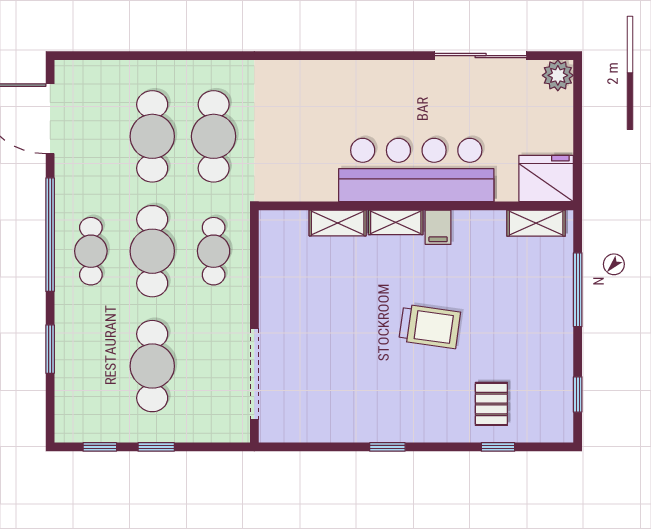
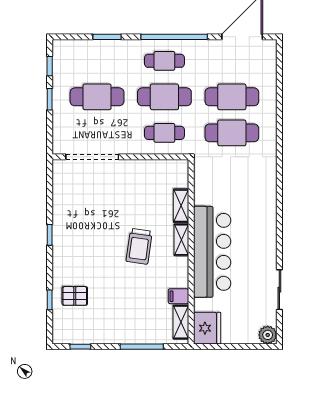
sliding door: (481, 56) -> (279, 290), width x0.73
filing cabinet: (438, 227) -> (179, 296), moved
trolley: (430, 326) -> (139, 246), moved

